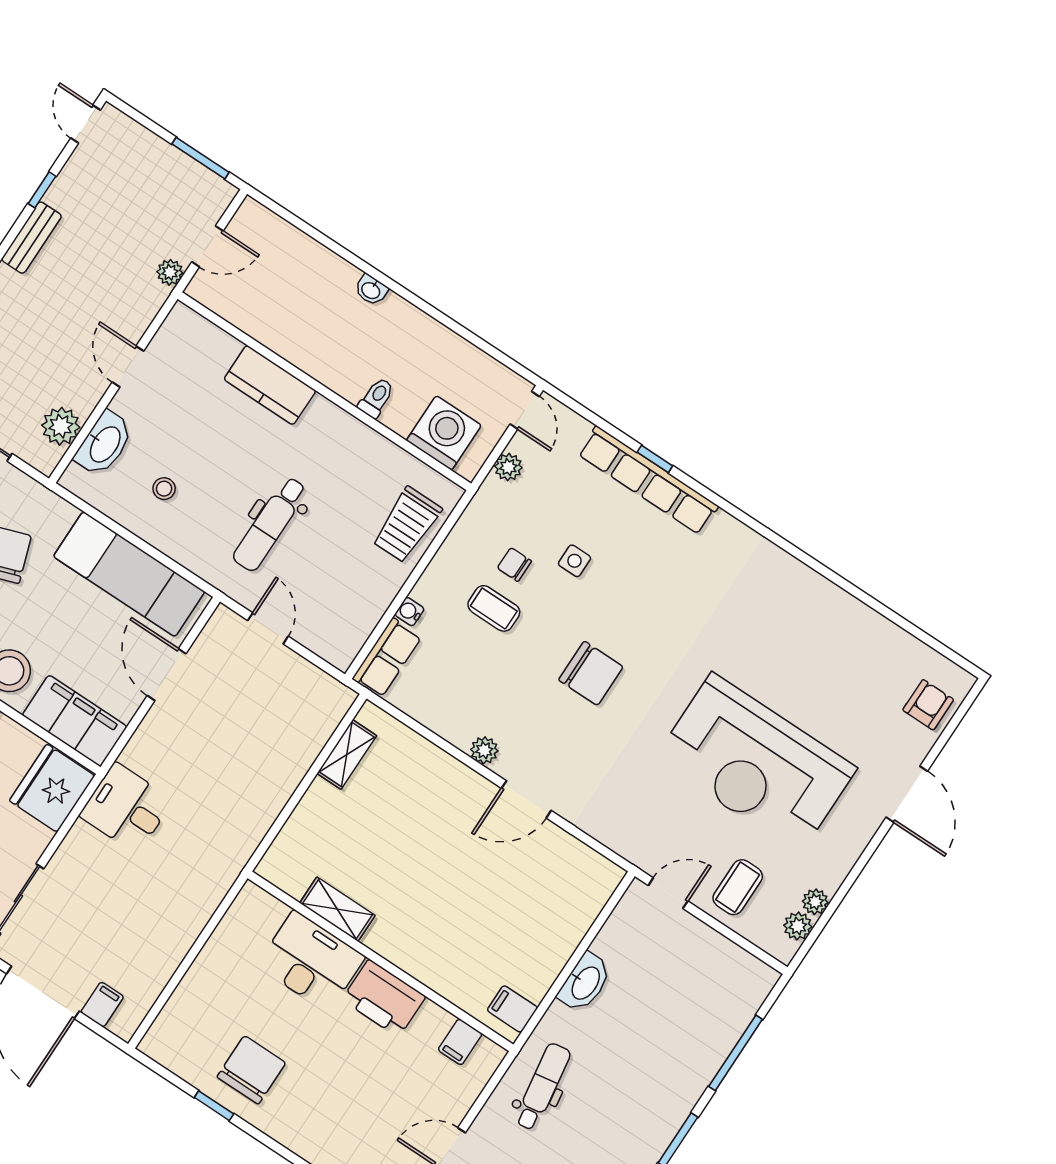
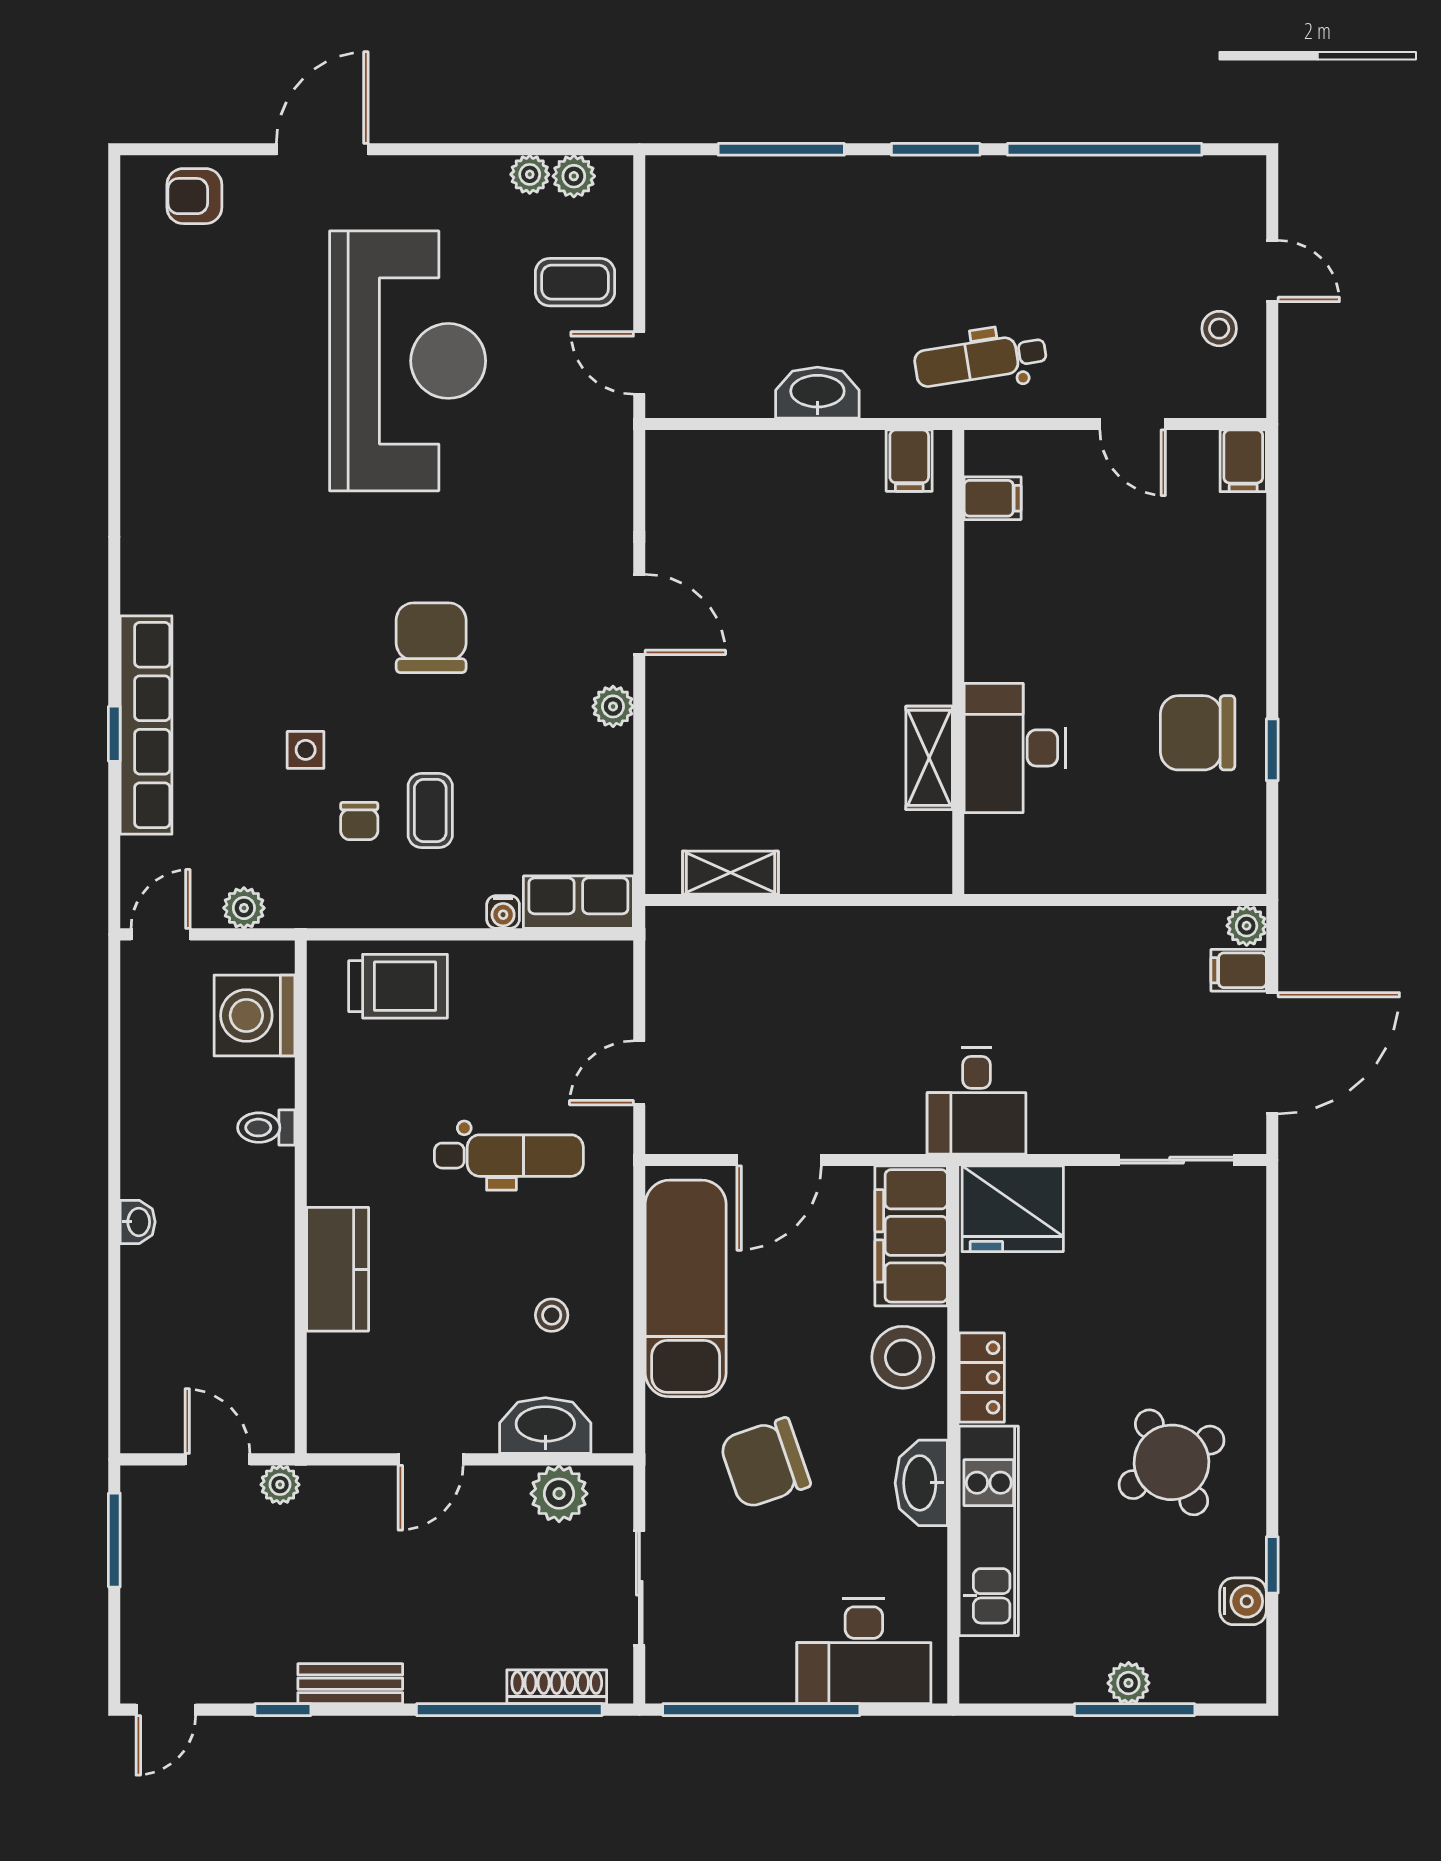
printer: (384, 998) -> (1001, 628), removed
plant: (124, 1026) -> (1247, 926), added

